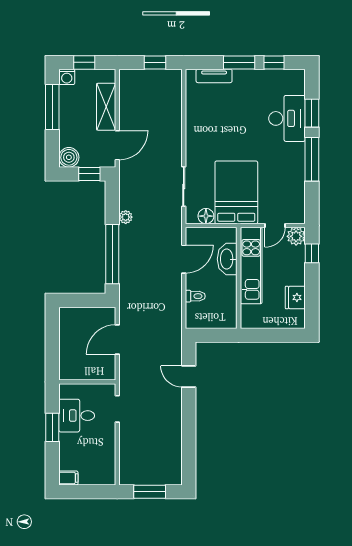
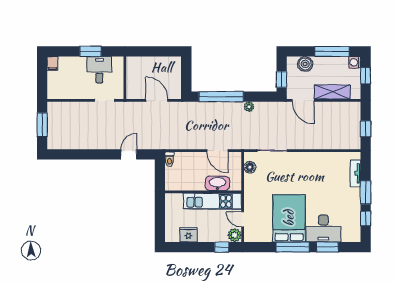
boiler: (69, 157) -> (305, 64), moved
bed: (236, 192) -> (289, 218), moved, turned -90
toilet: (195, 296) -> (169, 159), moved

